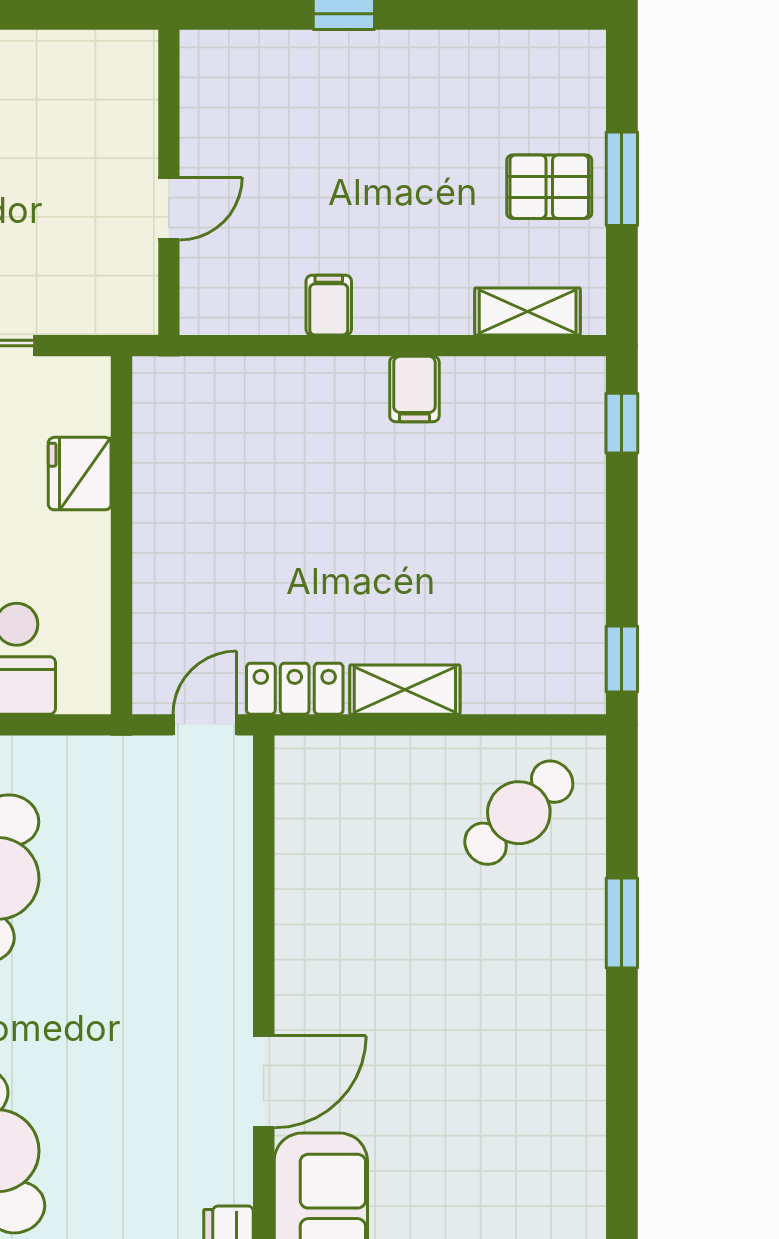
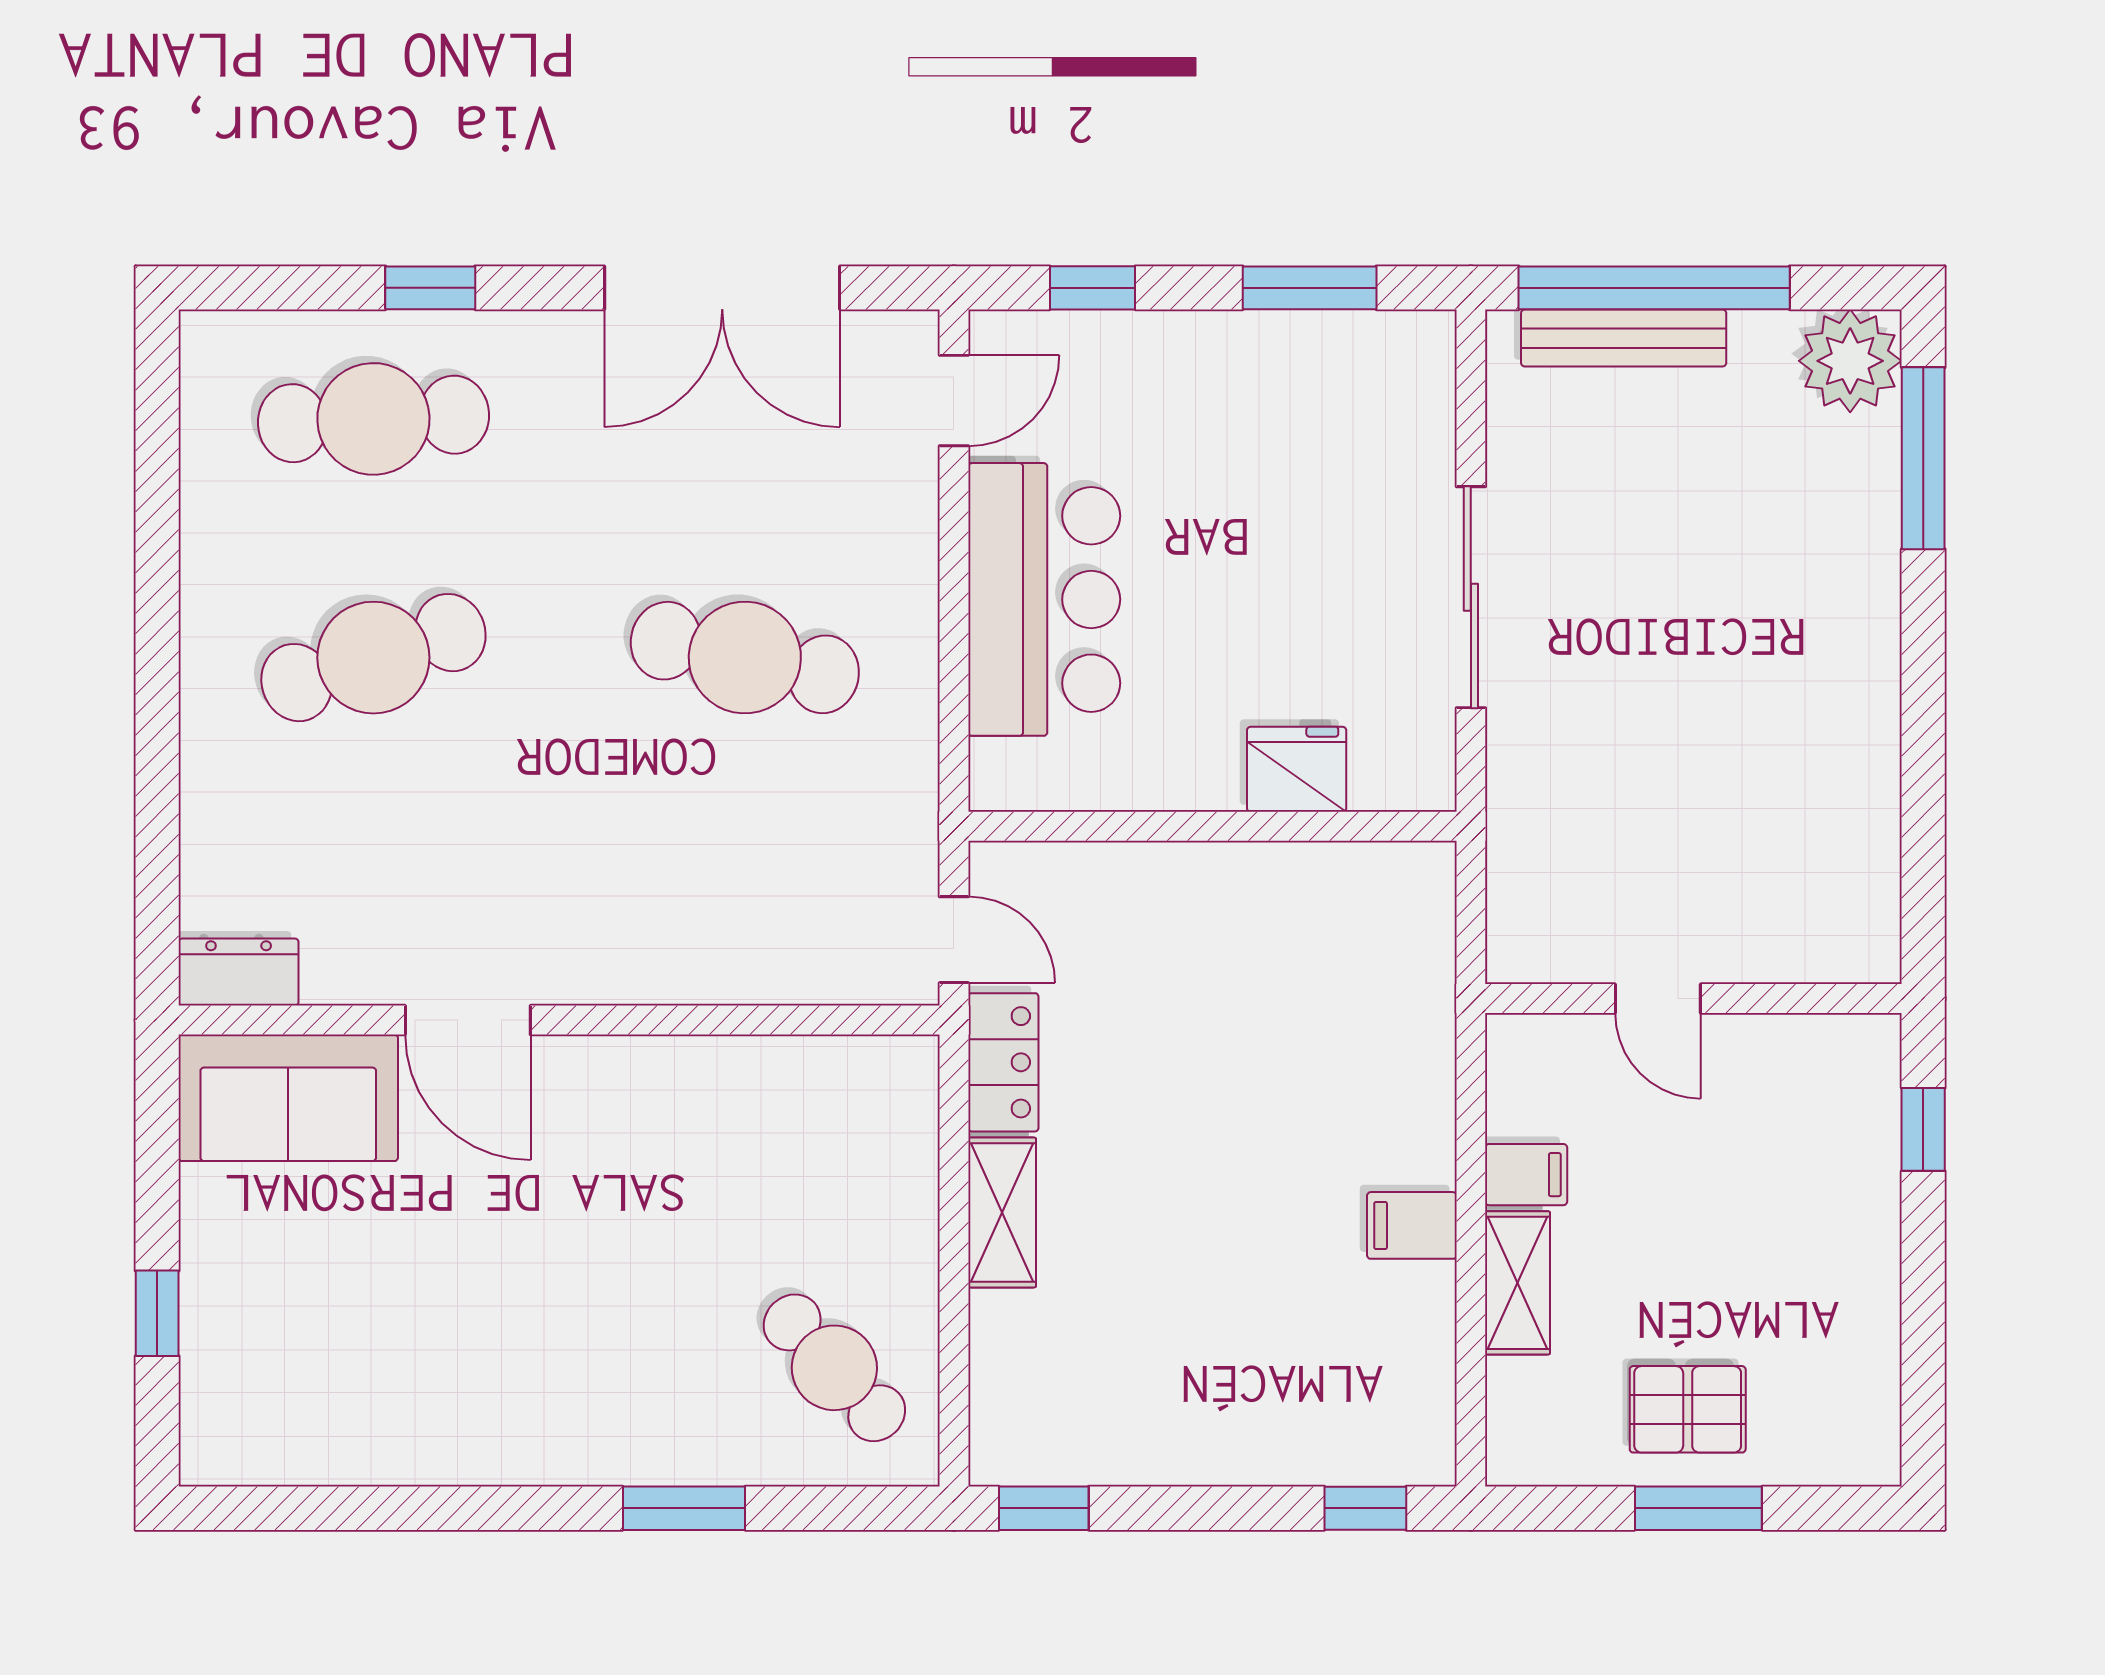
wall: (169, 182) -> (1693, 999), moved
pallet: (549, 187) -> (1688, 1409), turned 90
door: (169, 209) -> (1658, 999), moved
filing cabinet: (329, 305) -> (1526, 1175), moved
shelving: (528, 311) -> (1518, 1283), moved

